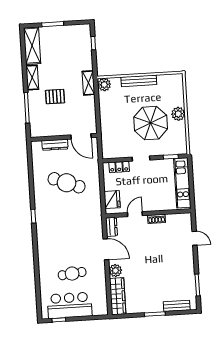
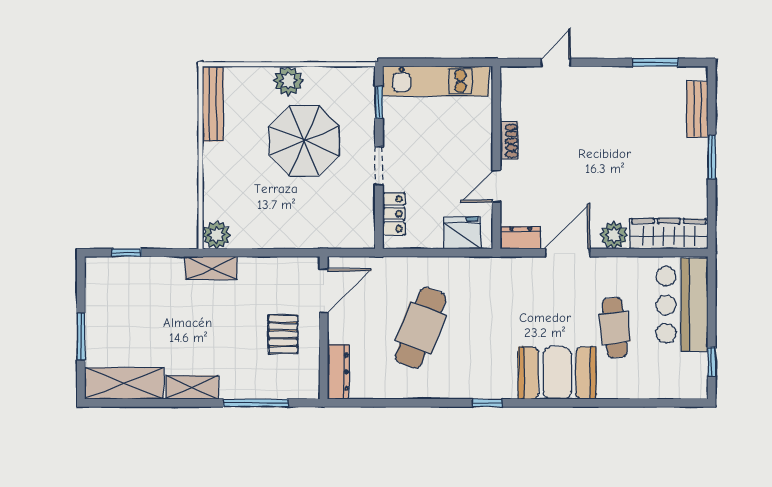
bench: (139, 81) -> (213, 104), moved
pallet: (55, 97) -> (283, 334), moved
dresser: (55, 145) -> (338, 372), moved
door: (135, 214) -> (496, 186), hinge flipped
booth: (49, 248) -> (557, 373), added
bar counter: (70, 305) -> (682, 305), moved

